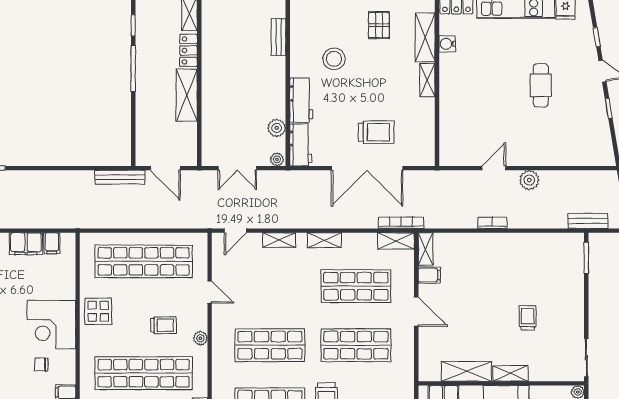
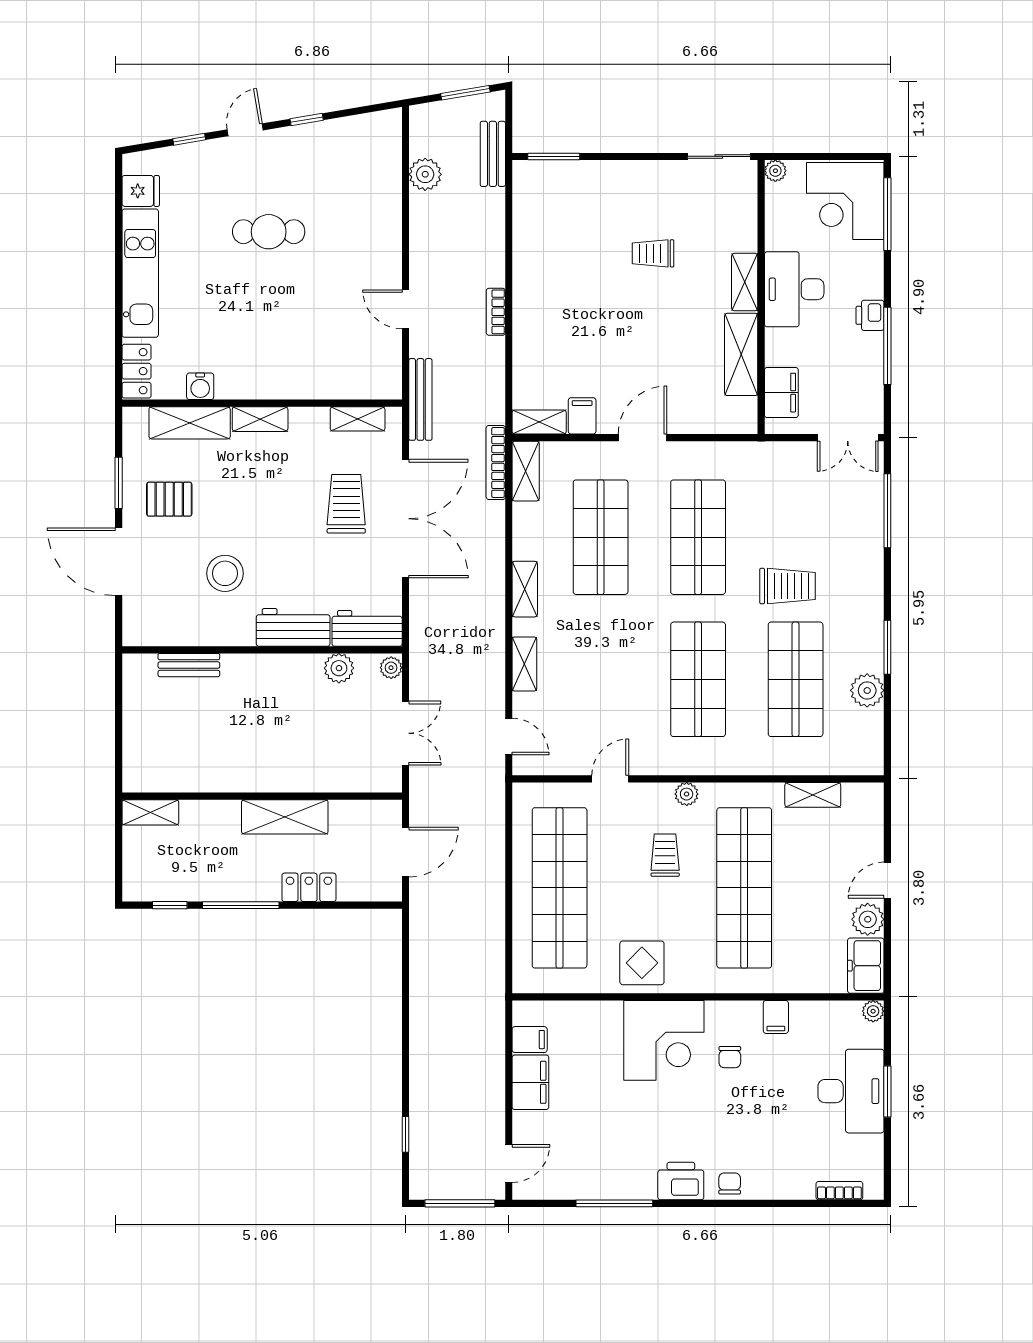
locker: (188, 50) -> (309, 887), moved, turned 180
shelving: (427, 139) -> (358, 419), added
bench: (120, 177) -> (420, 399), moved
plant: (529, 180) -> (425, 174), moved

